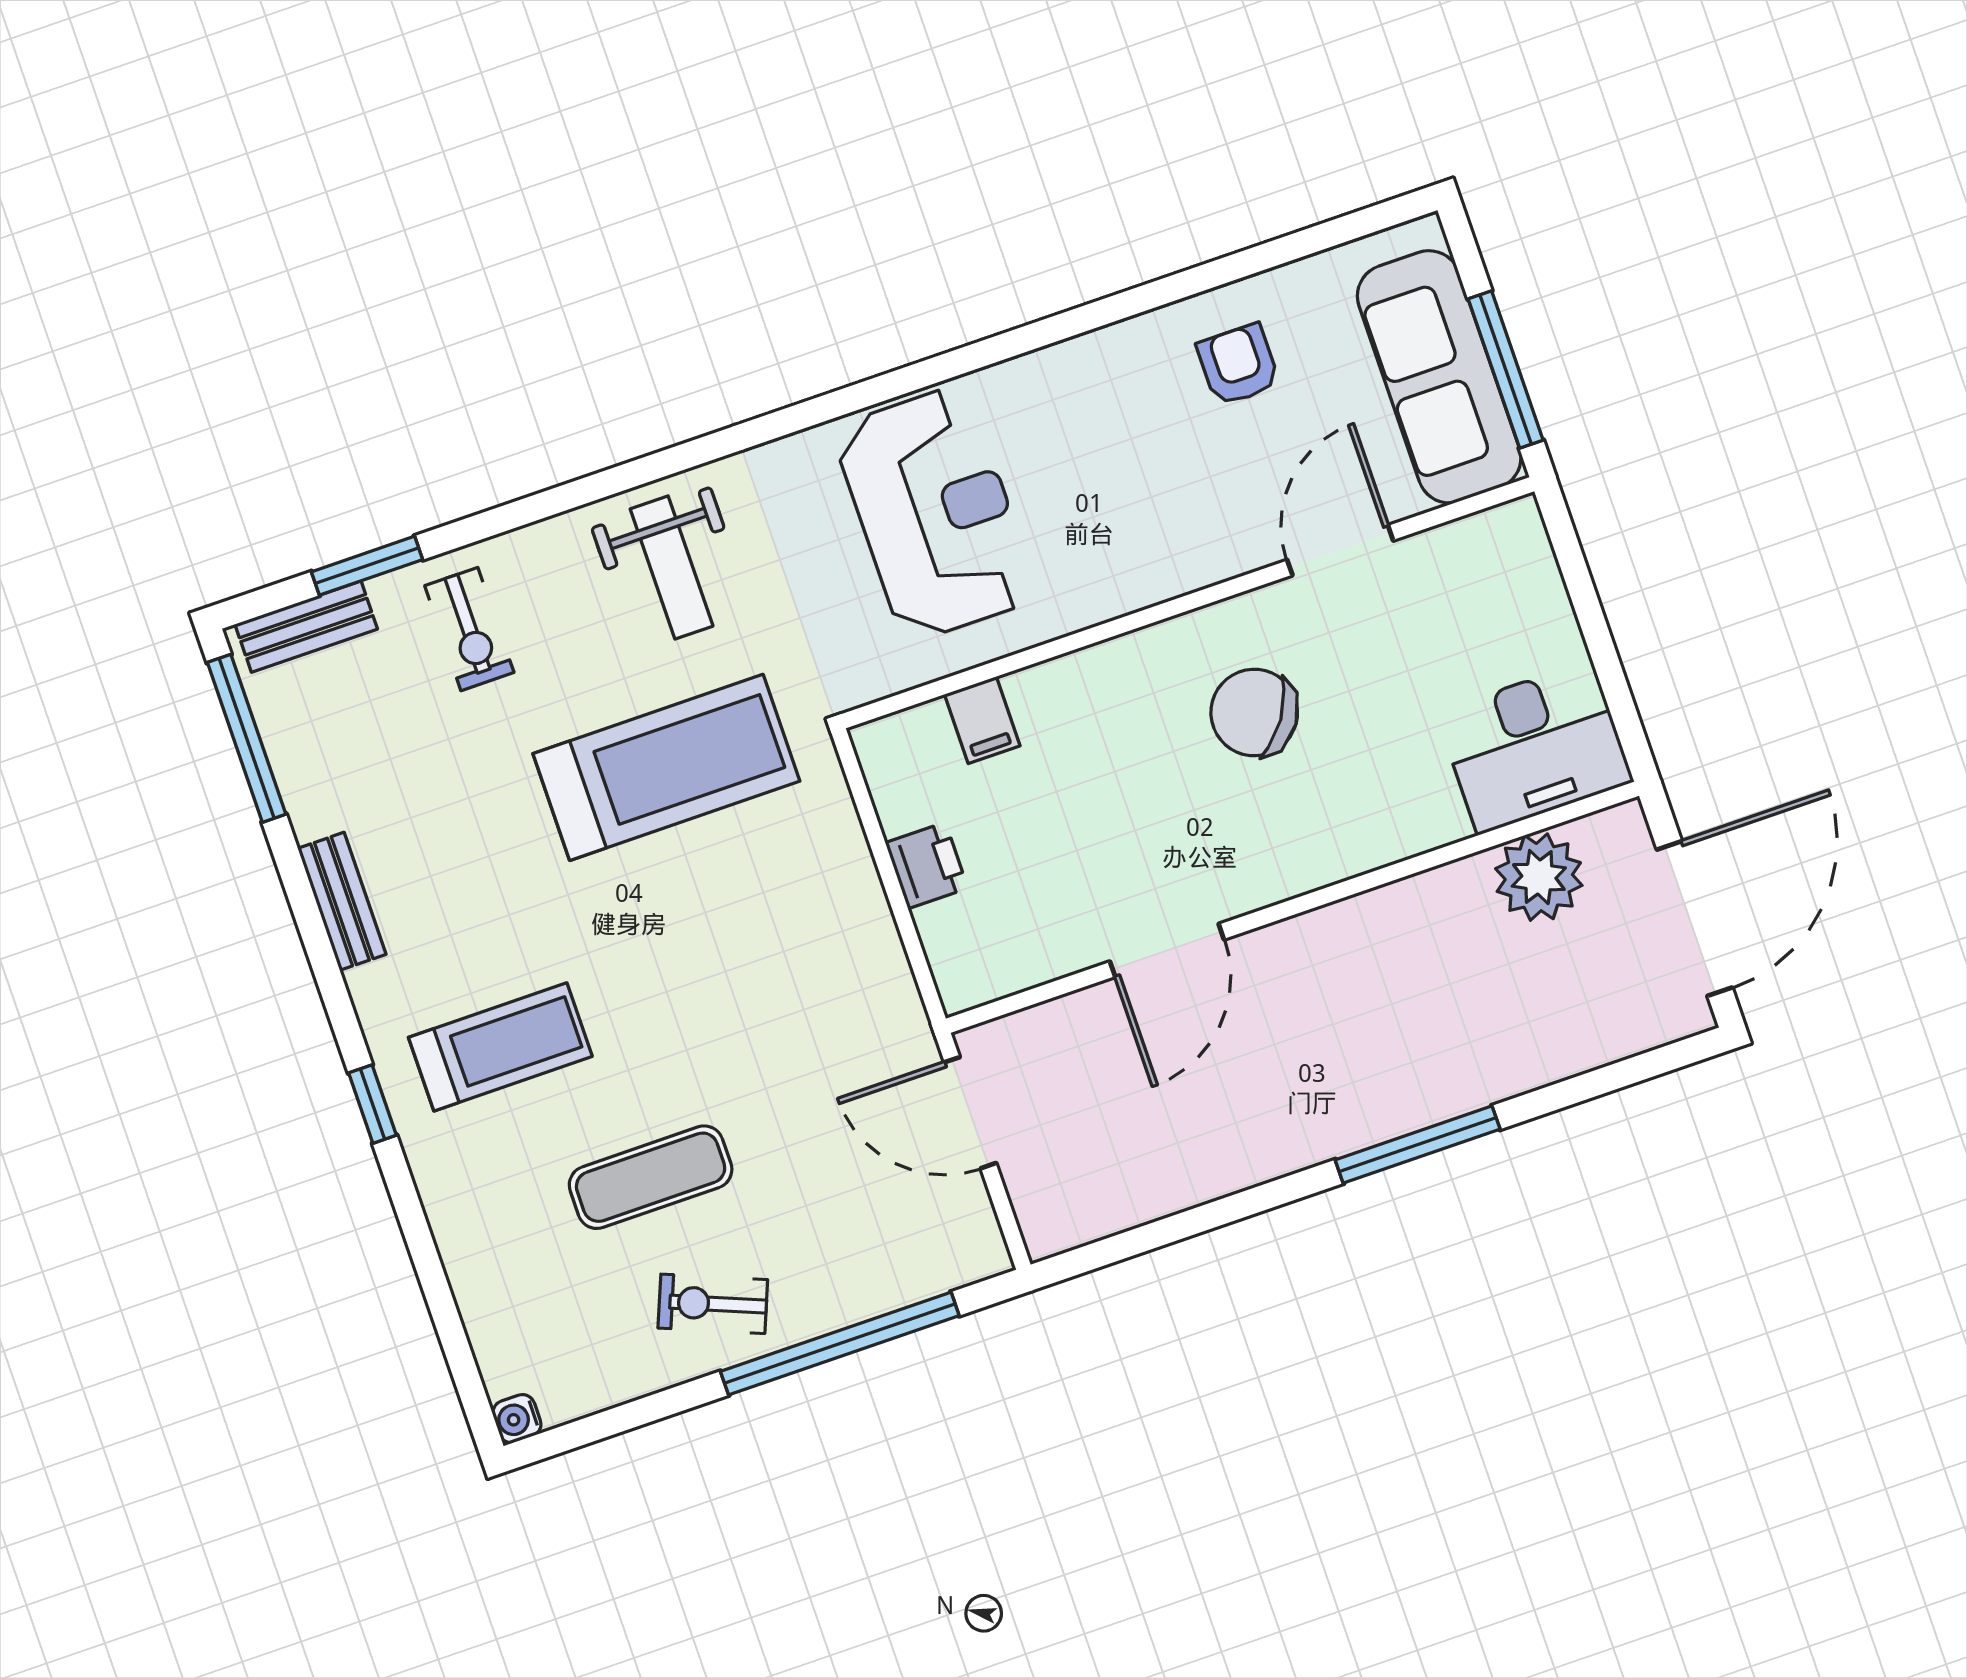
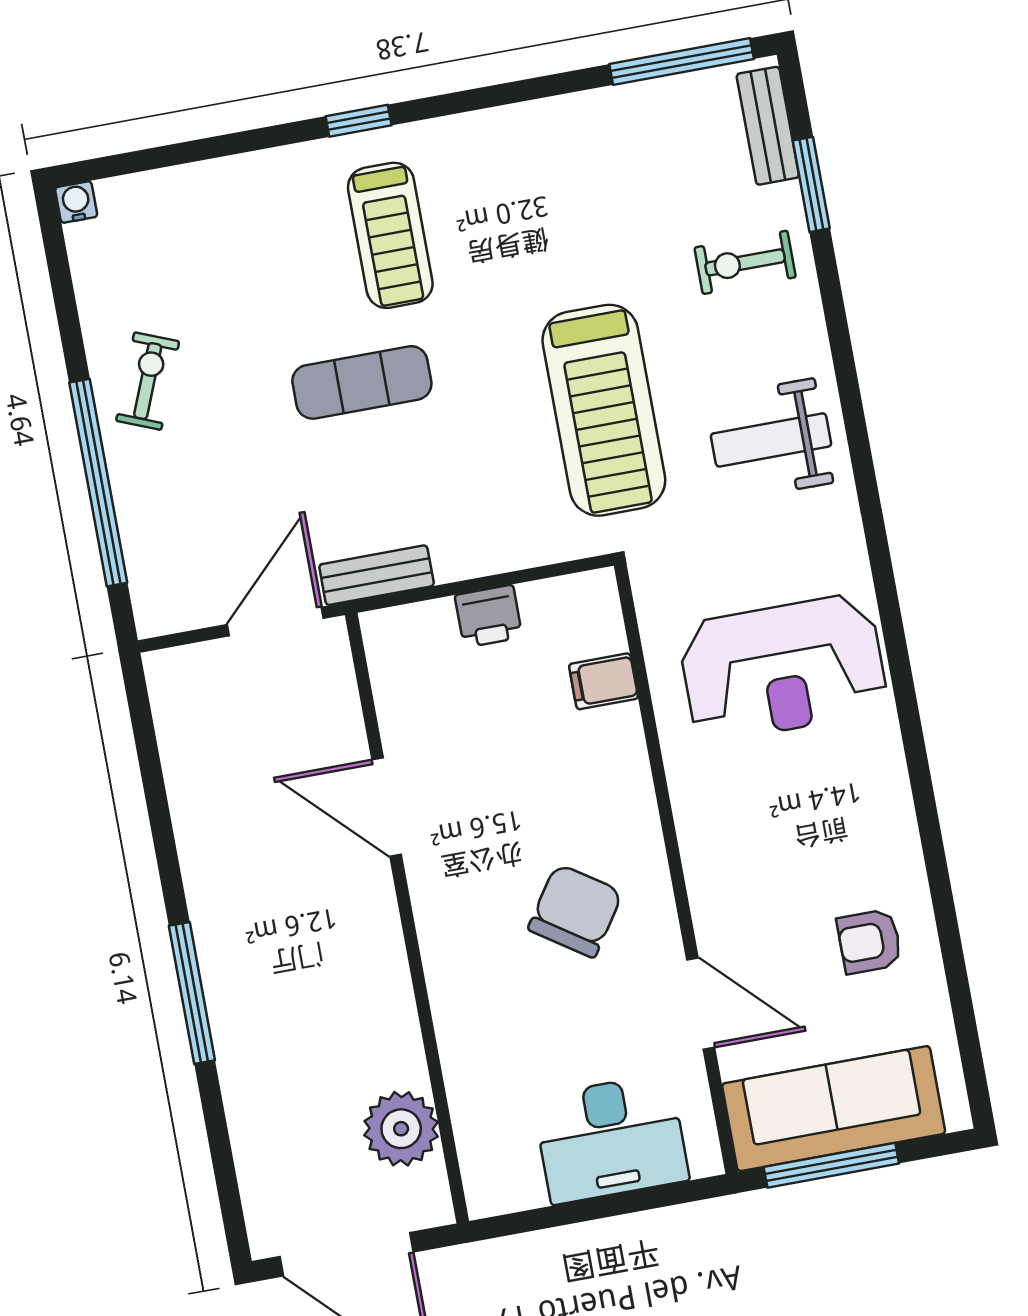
armchair: (1238, 365) -> (869, 941), turned 180
desk: (1535, 747) -> (611, 1139), moved, turned -90
bench: (342, 901) -> (377, 575), moved
exercise mat: (651, 1177) -> (362, 382), moved, turned 90

